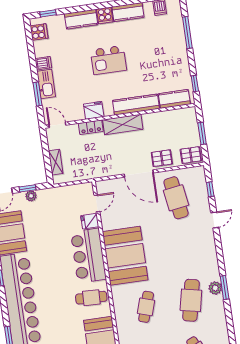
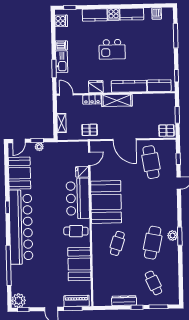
pallet: (162, 158) -> (90, 130), moved

